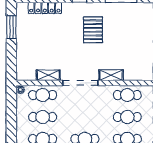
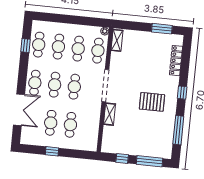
shelving: (48, 75) -> (117, 40), moved
cafe table: (127, 95) -> (74, 87), moved

